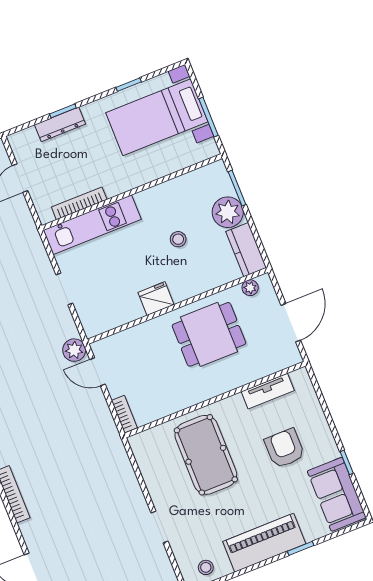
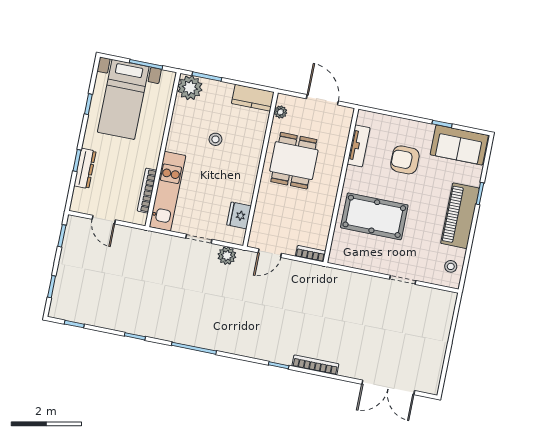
plant: (228, 212) -> (190, 88), moved
fridge: (156, 299) -> (239, 215), moved
plant: (74, 350) -> (227, 256), moved

